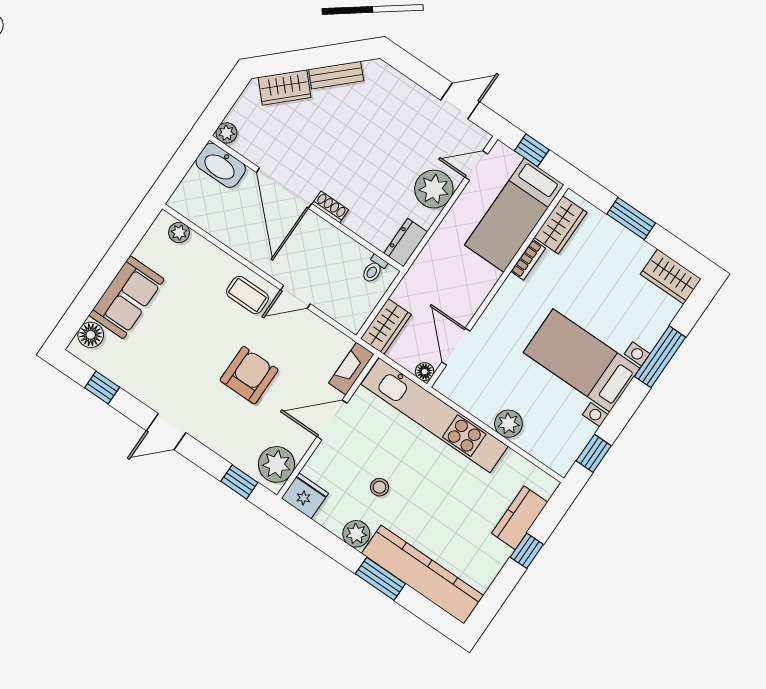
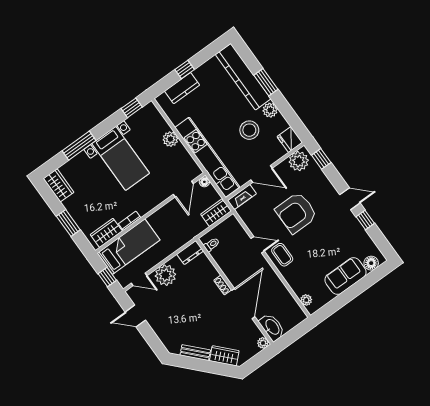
armchair: (249, 375) -> (296, 213), width x1.36, depth x1.36
window: (102, 388) -> (365, 220), moved
stool: (379, 487) -> (249, 130), width x1.89, depth x1.89

